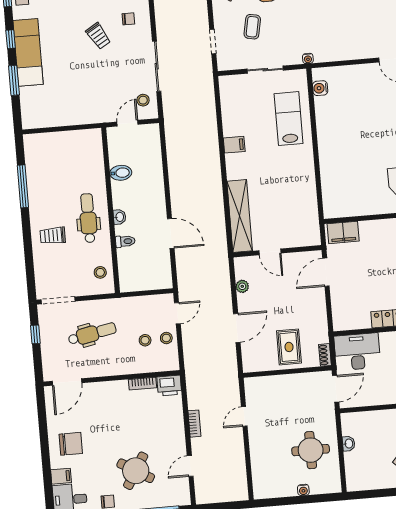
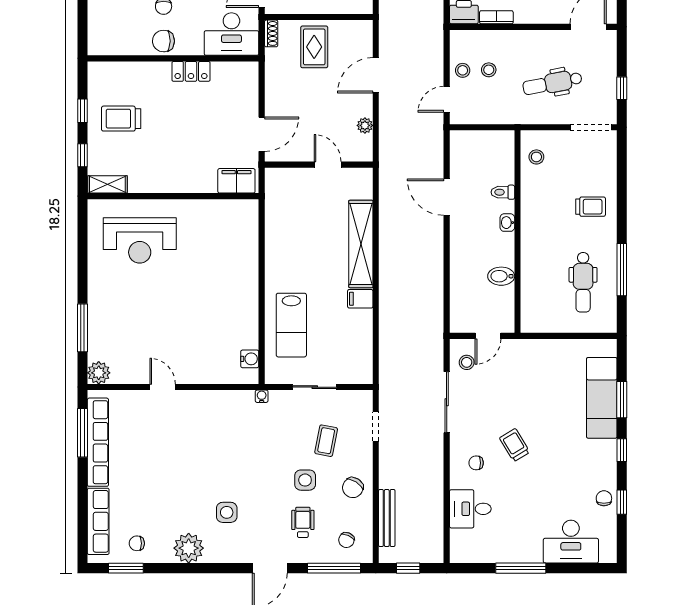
exam couch: (28, 52) -> (602, 398), moved
shelving: (240, 216) -> (361, 244), moved
dental chair: (88, 218) -> (583, 282), moved

